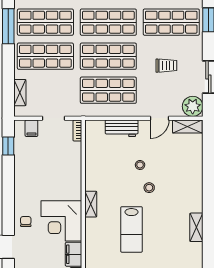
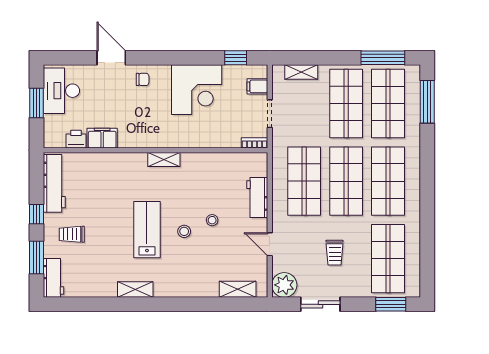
shelving: (187, 127) -> (238, 289), moved, turned 90
corner desk: (61, 221) -> (197, 90), moved, turned 180
lab bench: (131, 229) -> (147, 230), moved, turned 90

